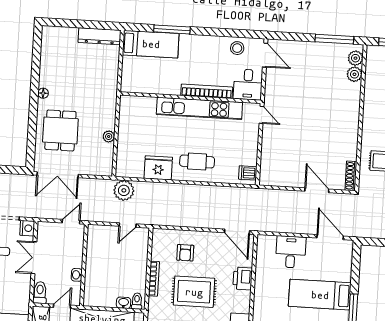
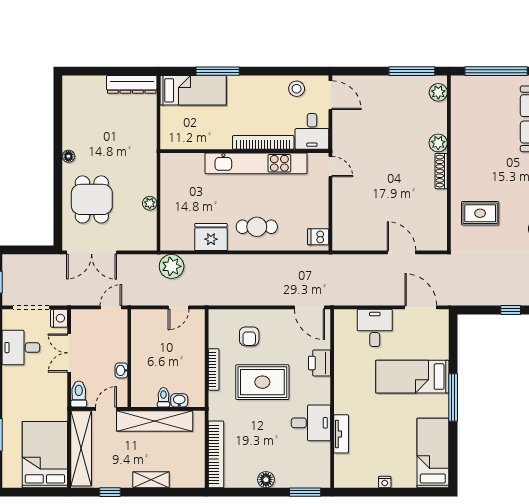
plant: (354, 74) -> (438, 143), moved
shoe rack: (351, 176) -> (441, 171), moved
toilet: (137, 301) -> (163, 397), moved

